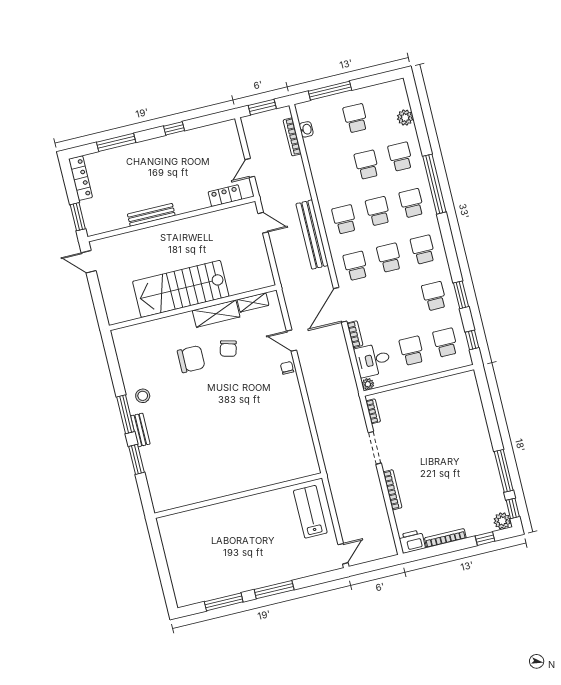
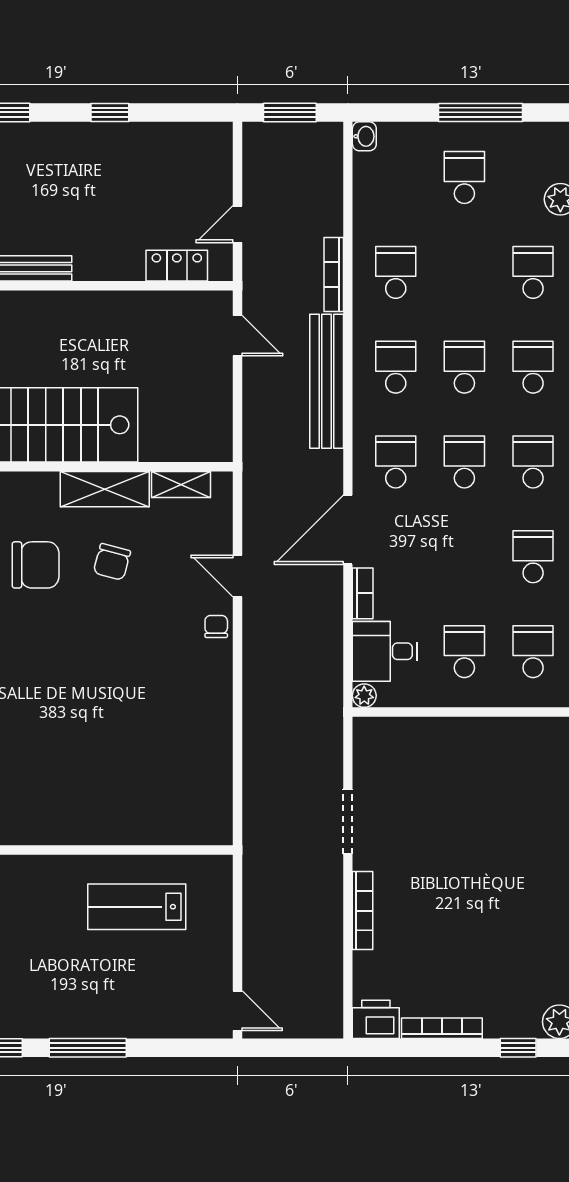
window: (330, 91) -> (481, 112), moved
washbasin: (306, 129) -> (364, 136), moved
bookcase: (292, 137) -> (334, 274), moved
school desk: (367, 165) -> (396, 272), moved
bookcase: (373, 411) -> (362, 750), removed
lab bench: (310, 512) -> (137, 907), moved, turned -90
door: (343, 554) -> (237, 1011), hinge flipped

